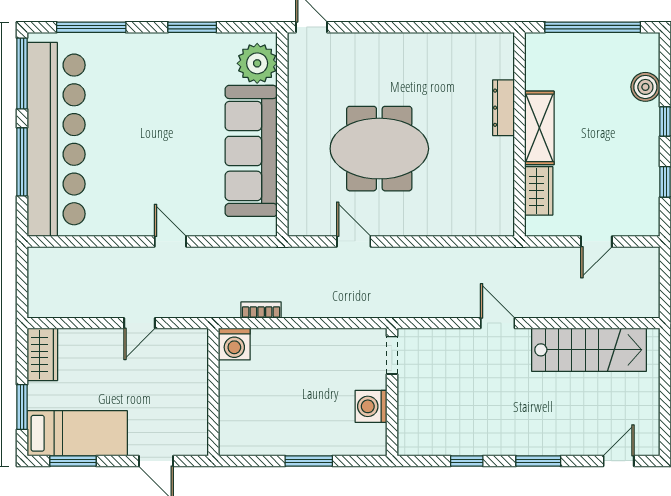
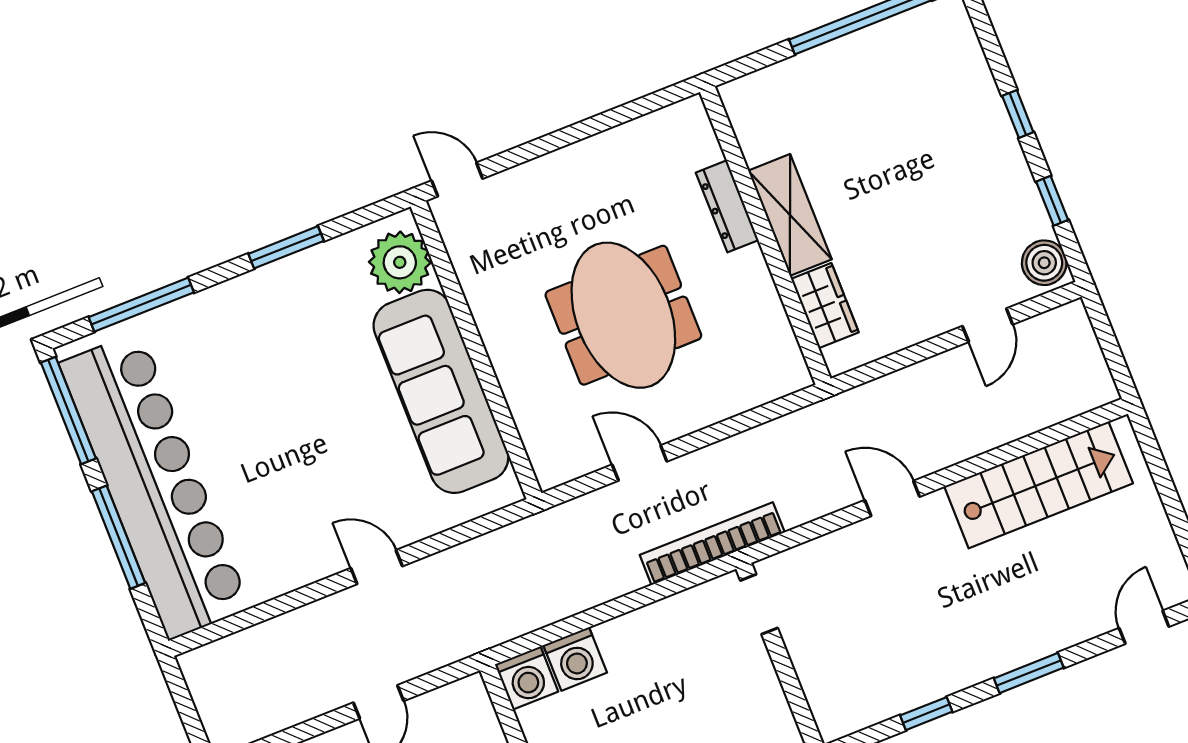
boiler: (645, 87) -> (1044, 263), moved
dresser: (504, 108) -> (727, 206), moved
shelving: (539, 128) -> (790, 215), moved
wall: (520, 134) -> (765, 235), moved
meeting table: (379, 149) -> (623, 315), turned 90
wardrobe: (539, 191) -> (825, 306), moved
bookcase: (261, 310) -> (712, 544), moved, width x2.31, depth x1.31
washing machine: (371, 406) -> (575, 659), moved, turned -90

